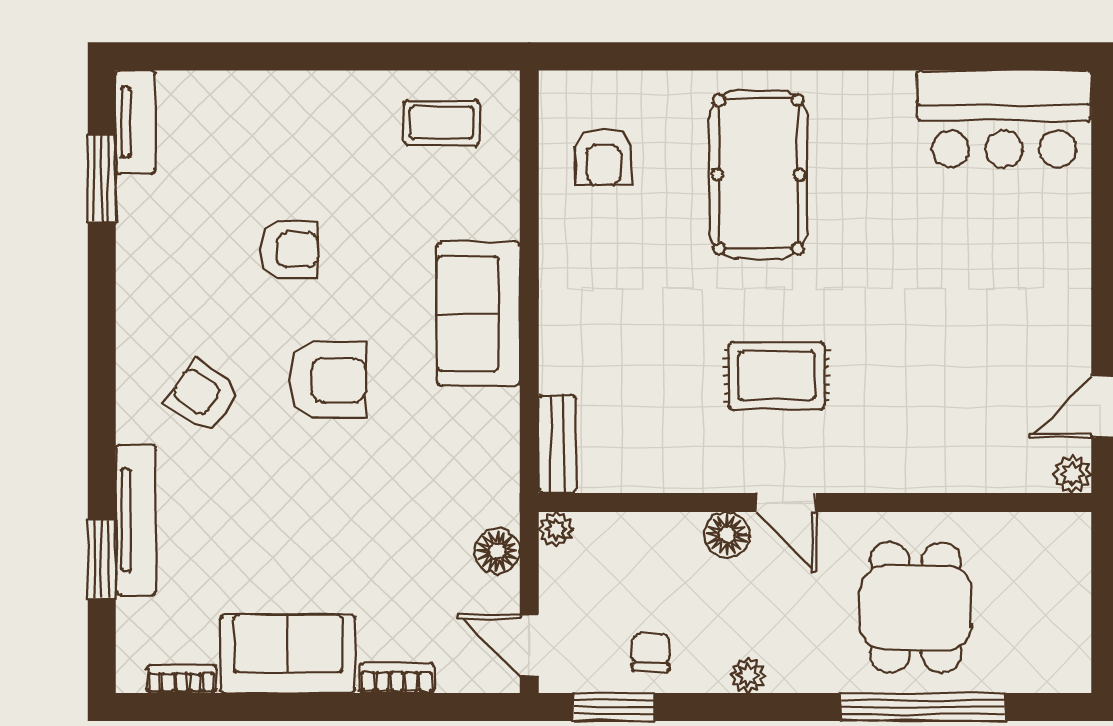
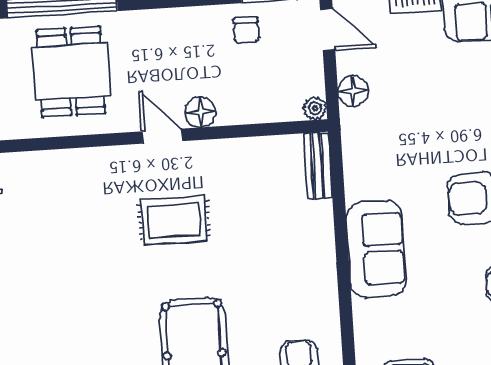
plant: (748, 675) -> (180, 19), removed

